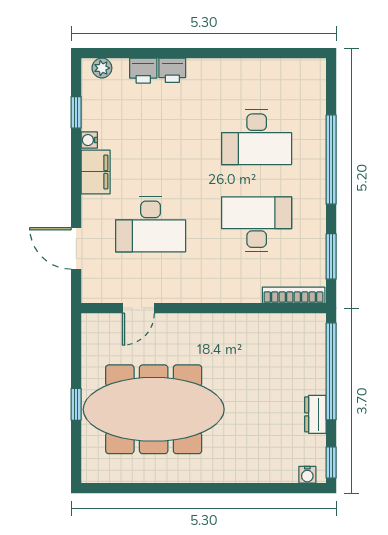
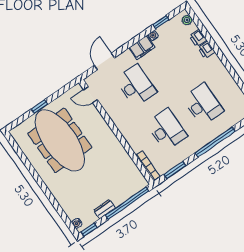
desk: (257, 137) -> (203, 104), turned 180
desk: (151, 224) -> (136, 86), turned 180
door: (138, 308) -> (90, 95), moved

